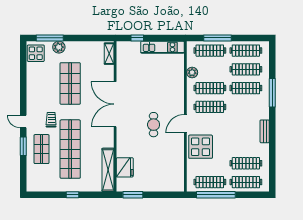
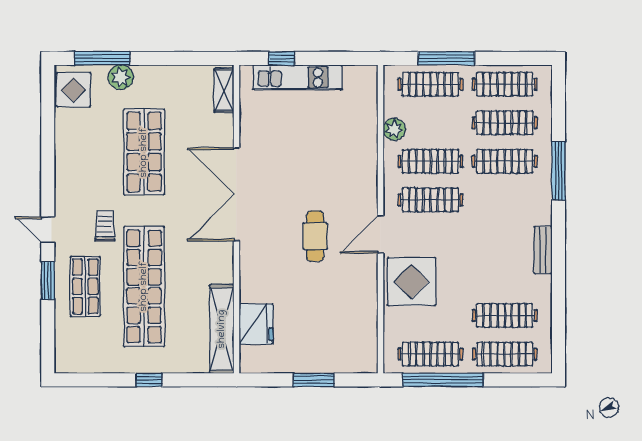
kitchen unit: (162, 47) -> (297, 77), moved
window: (133, 195) -> (314, 380), moved

